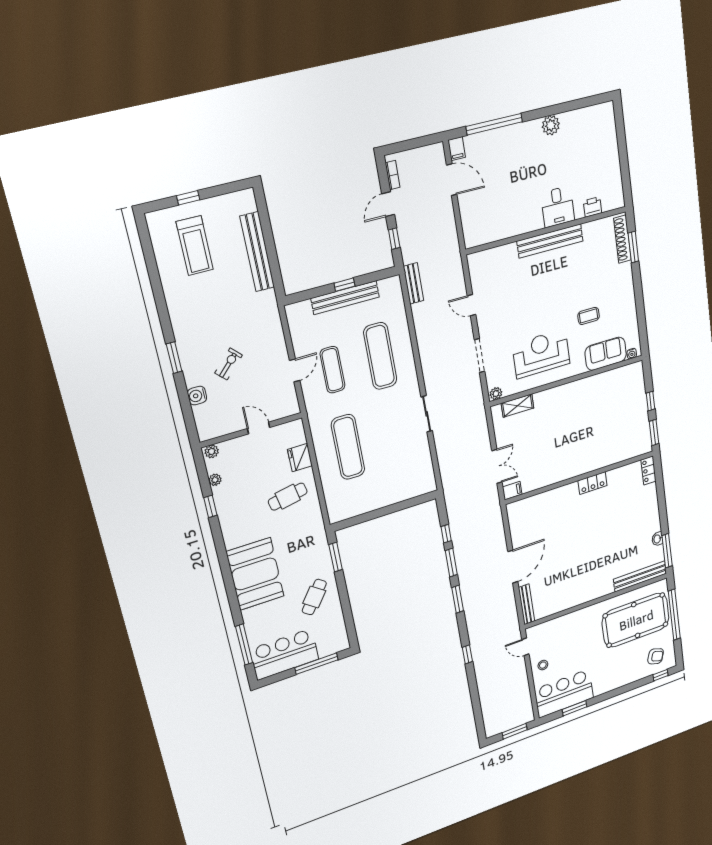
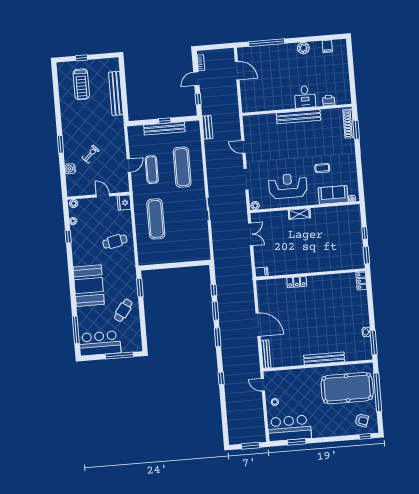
filing cabinet: (457, 149) -> (327, 46), moved
shelving: (517, 406) -> (299, 214), moved
fridge: (300, 458) -> (124, 203), moved
double door: (497, 466) -> (251, 234), moved
locker: (593, 483) -> (297, 282), moved
door: (513, 567) -> (258, 325), hinge flipped
bench: (640, 576) -> (324, 358), moved

